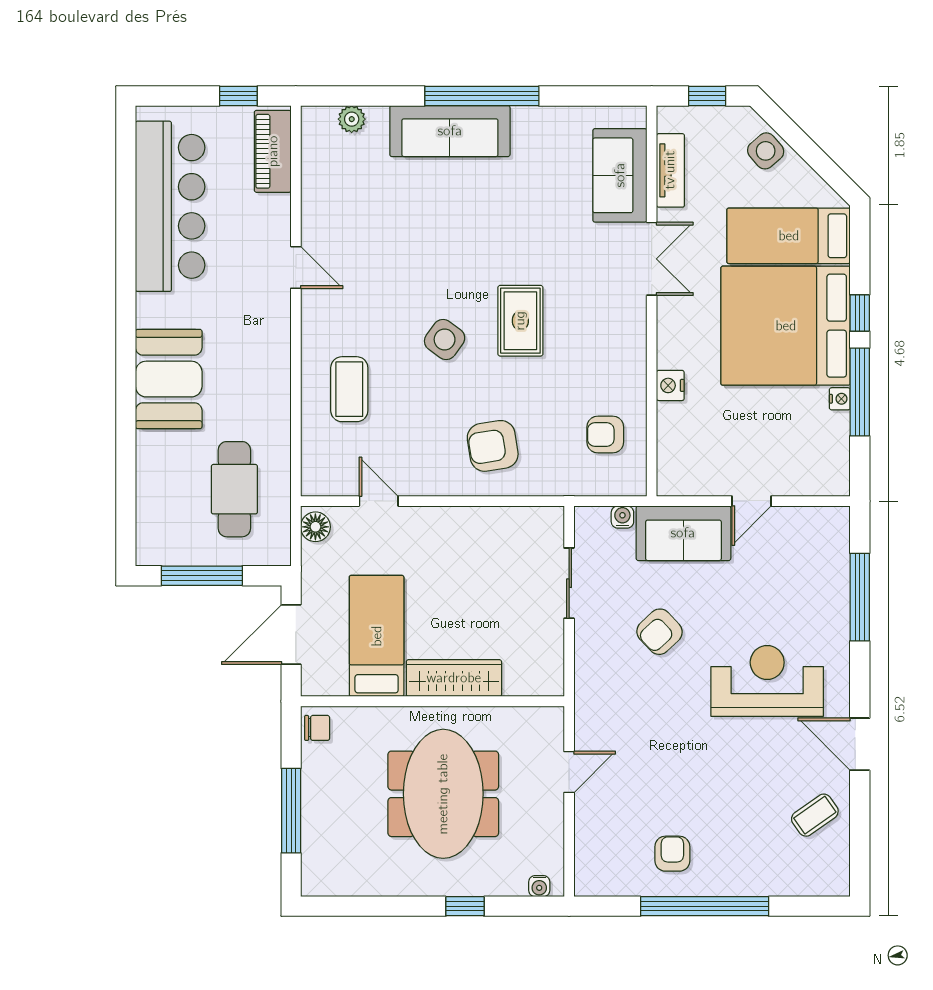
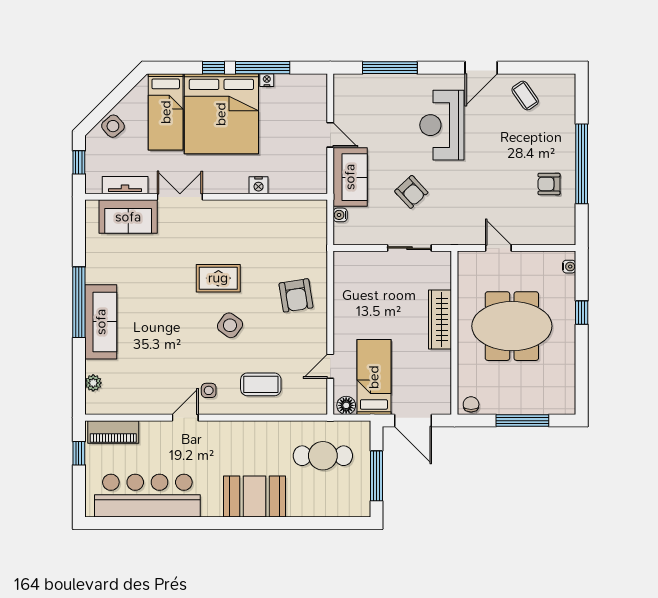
side table: (340, 305) -> (209, 390), added
armchair: (605, 435) -> (289, 226), removed
sliding door: (569, 583) -> (409, 248), moved
bed: (377, 636) -> (374, 377), moved, turned 90

